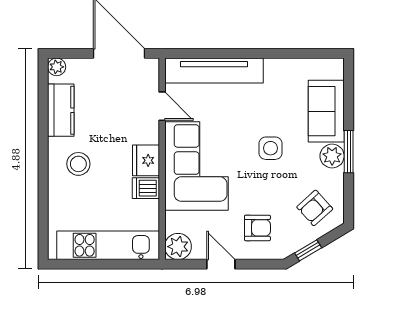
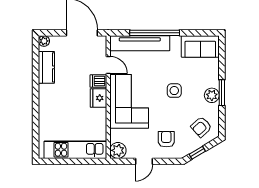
window: (238, 53) -> (155, 33), added
sofa: (326, 111) -> (200, 46), moved, turned -90
stool: (78, 164) -> (57, 100), removed
dishwasher: (146, 188) -> (98, 81), moved
armchair: (257, 228) -> (166, 139), turned -90
door: (221, 264) -> (144, 161), swing flipped

